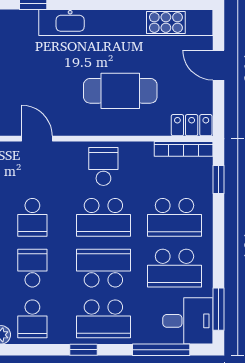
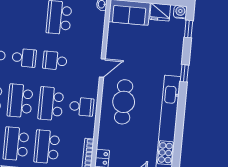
cafe table: (120, 91) -> (124, 102), moved
school desk: (103, 268) -> (20, 101), turned 180

